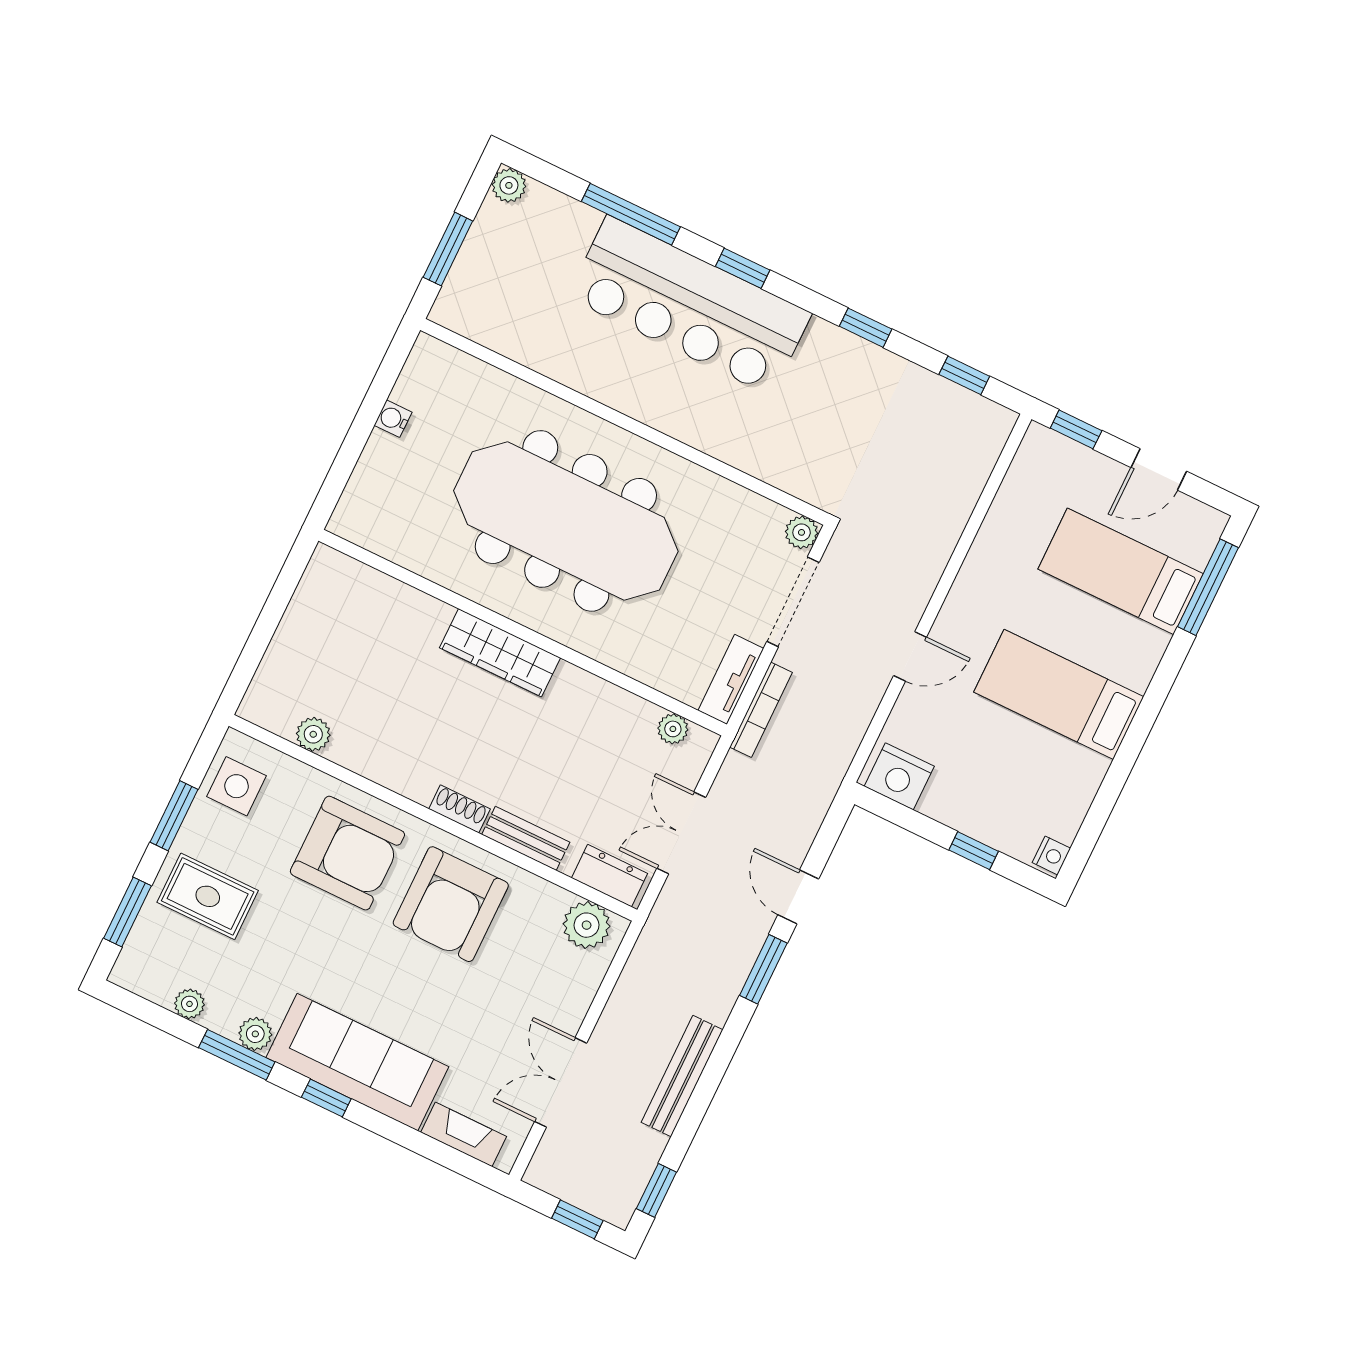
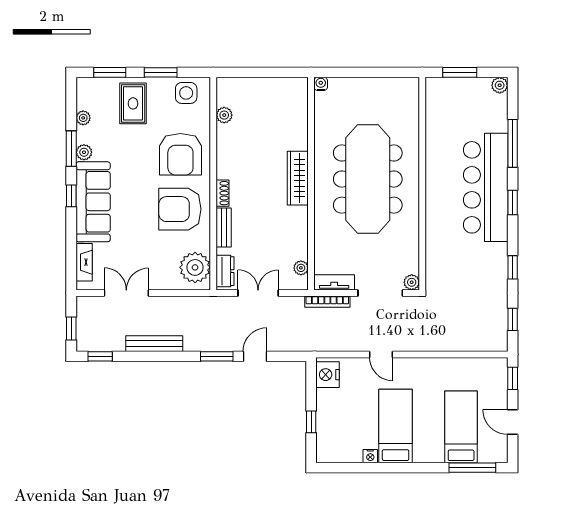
water cooler: (393, 419) -> (321, 84), moved
nightstand: (1051, 855) -> (370, 456), moved
plant: (587, 925) -> (195, 267), width x1.36, depth x1.36

